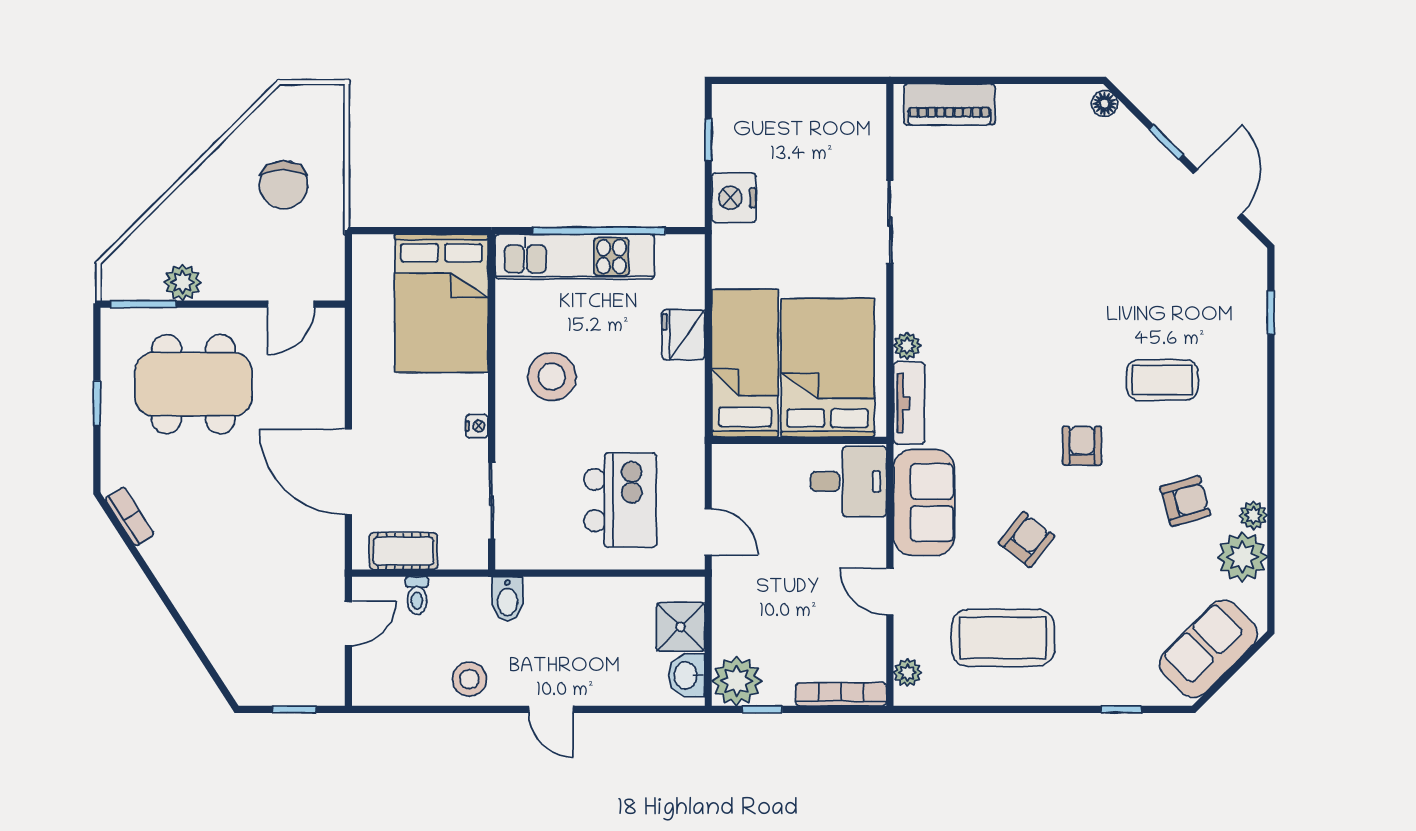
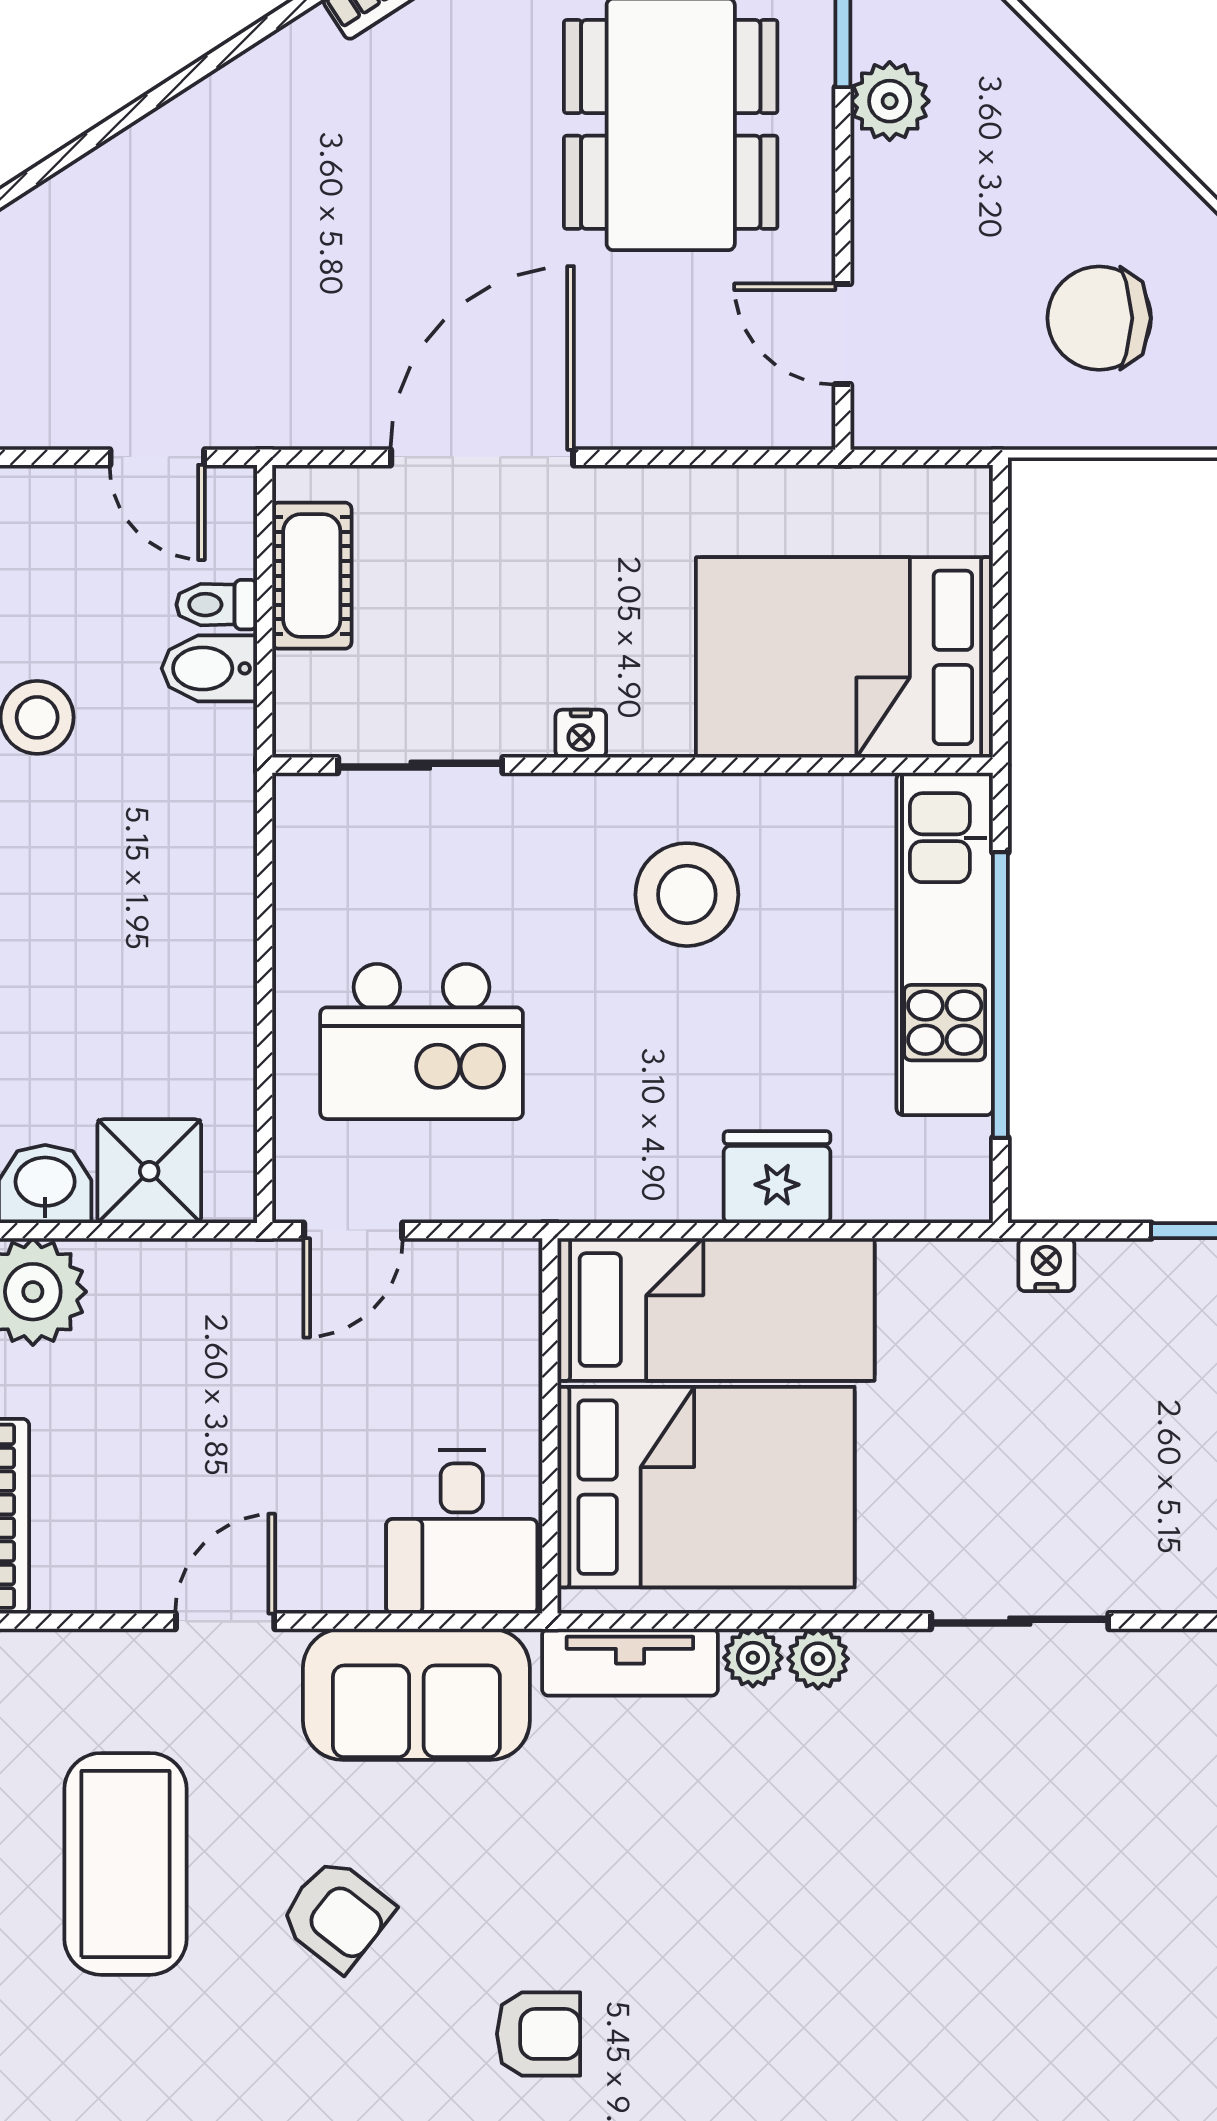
nightstand: (734, 198) -> (1046, 1265), width x0.53, depth x0.56
bidet: (507, 599) -> (209, 668), moved
plant: (907, 673) -> (818, 1659), moved

